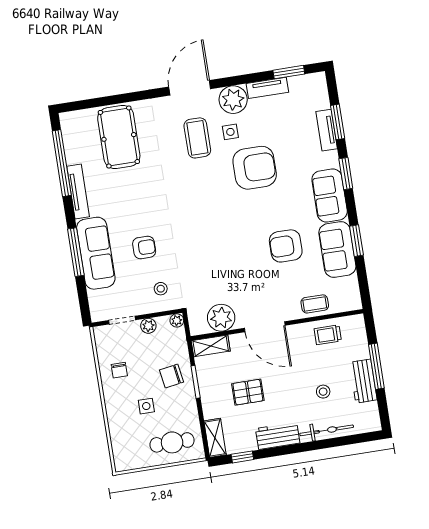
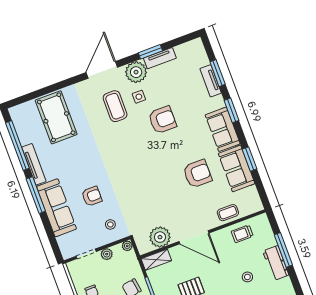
window: (289, 72) -> (150, 52), moved
armchair: (255, 168) -> (162, 120), width x0.73, depth x0.73
armchair: (286, 246) -> (197, 174), turned 180
window: (76, 252) -> (36, 195), moved

